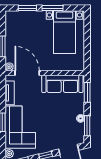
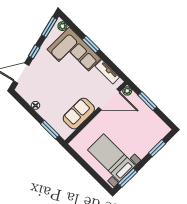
window: (52, 8) -> (128, 178), moved
sofa: (62, 84) -> (79, 114), width x0.73
window: (87, 126) -> (25, 105), removed

